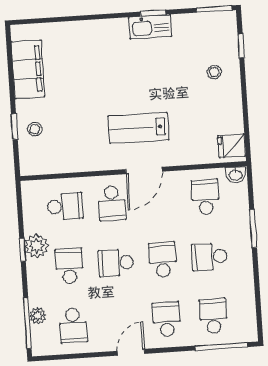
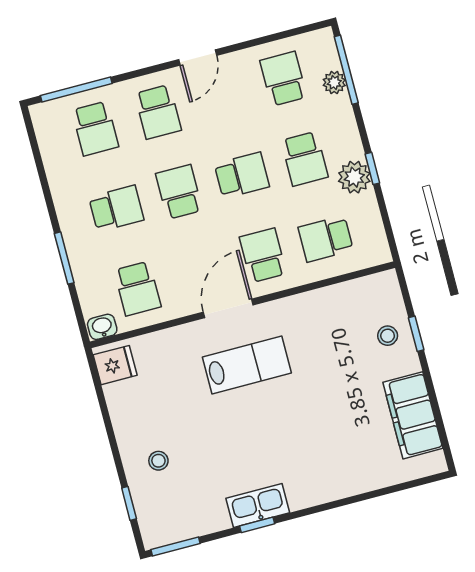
school desk: (163, 260) -> (179, 192), turned 180

